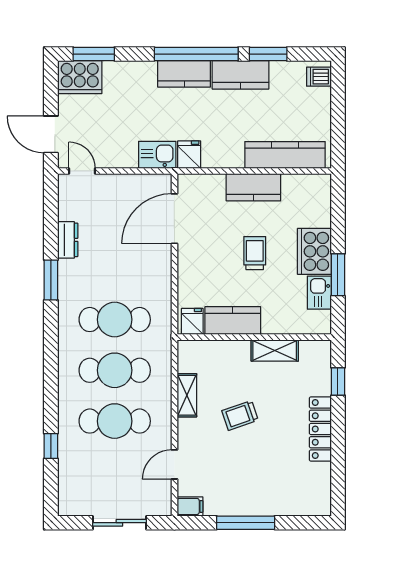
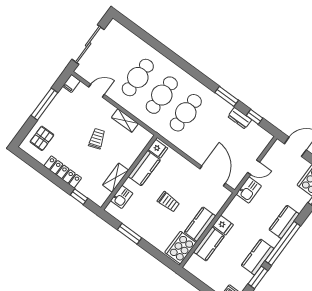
kitchen counter: (184, 74) -> (284, 222), moved
fridge: (189, 155) -> (223, 225), moved
kitchen counter: (285, 155) -> (209, 244), width x0.67
door: (82, 171) -> (254, 167), moved
cooker: (314, 251) -> (180, 248), moved, turned -90
kitchen sink: (319, 293) -> (122, 197), moved, turned 90
window: (51, 446) -> (255, 117), moved
door: (174, 464) -> (97, 91), hinge flipped
pallet: (295, 491) -> (42, 138), added
sliding door: (119, 523) -> (88, 44), width x1.37

